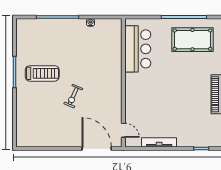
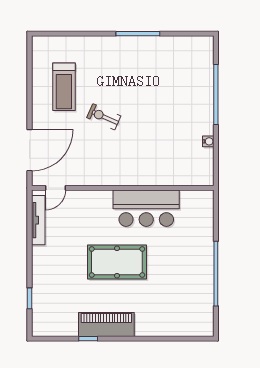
pool table: (192, 40) -> (117, 262), moved, turned 90
bar counter: (138, 49) -> (146, 208), moved
treadmill: (42, 73) -> (64, 87), moved
tv unit: (159, 142) -> (38, 220), moved

